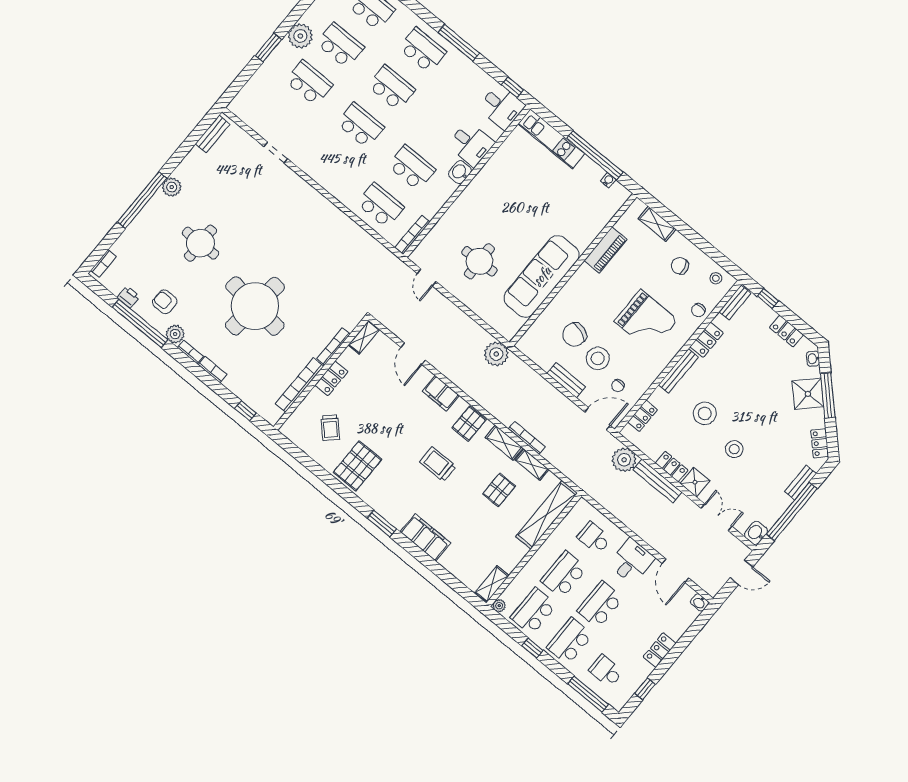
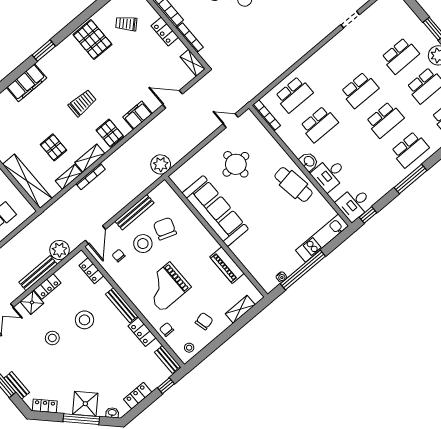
cafe table: (492, 186) -> (293, 185), added
bench: (566, 380) -> (134, 212), width x1.36

